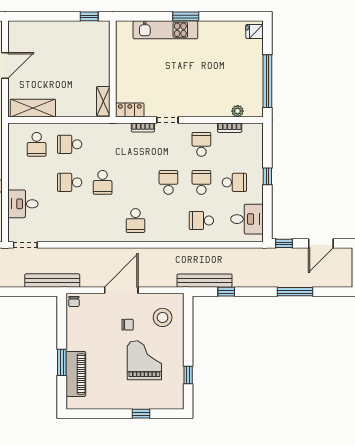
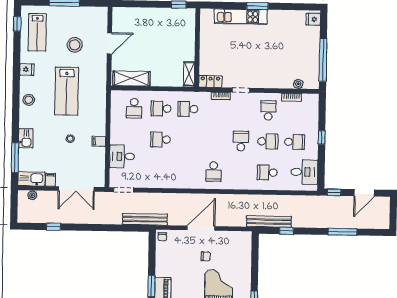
school desk: (103, 182) -> (188, 109), moved, turned 90
school desk: (201, 182) -> (268, 141), turned 90
stool: (163, 317) -> (234, 251), removed

